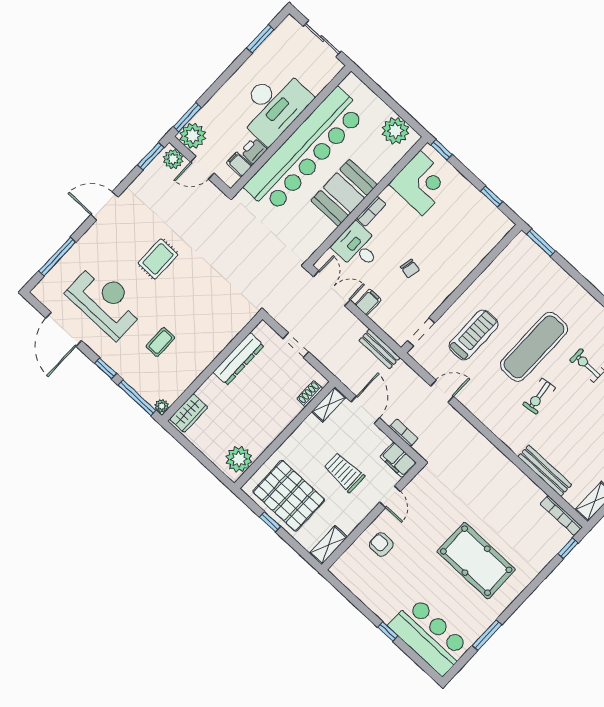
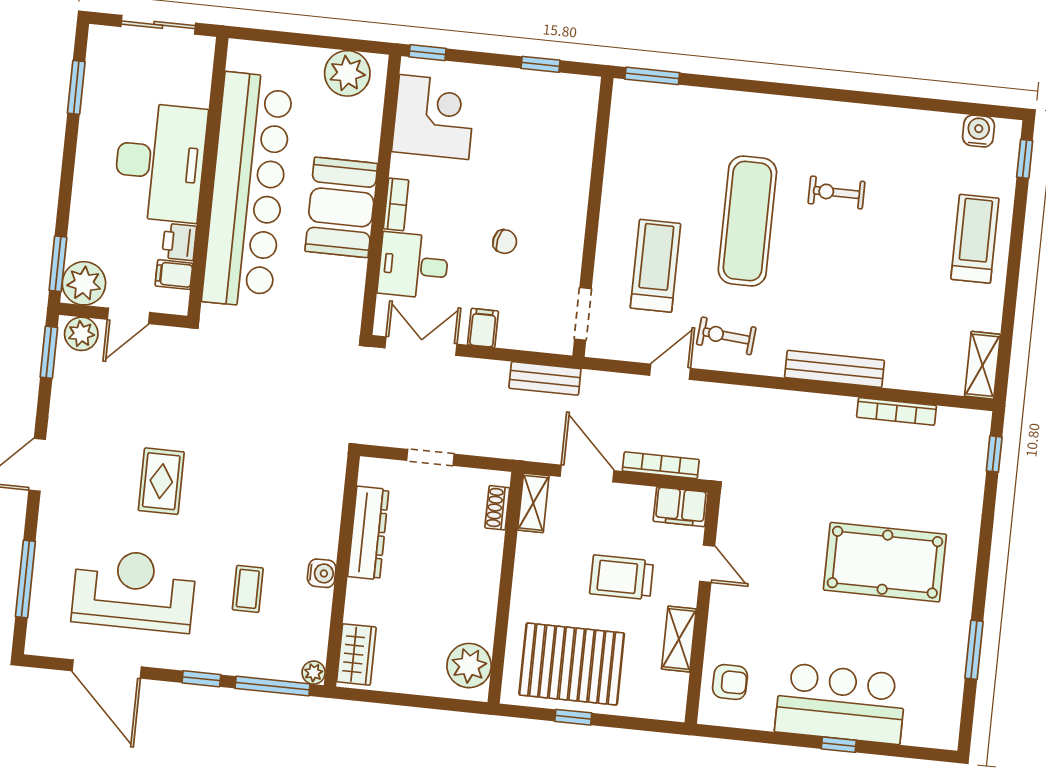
water cooler: (202, 361) -> (322, 573), added
exercise bike: (539, 396) -> (726, 336), moved, turned 102
bookcase: (404, 433) -> (661, 465), width x1.56
bench: (545, 471) -> (834, 369), moved
bookcase: (561, 516) -> (896, 411), moved
armchair: (381, 544) -> (730, 682), moved, turned 180
shelving: (328, 545) -> (679, 639), moved
bar counter: (429, 636) -> (841, 703), moved

